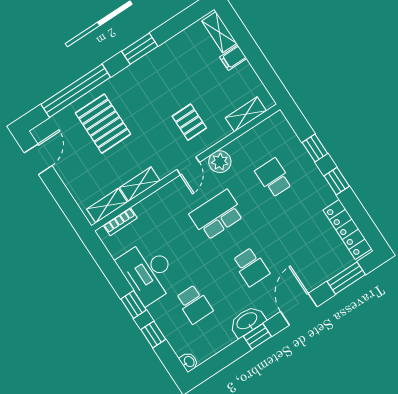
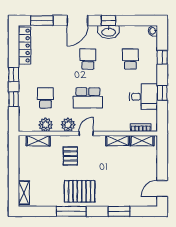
window: (140, 49) -> (71, 211), width x1.44
filing cabinet: (233, 58) -> (25, 175), removed
window: (76, 91) -> (119, 211), width x0.47
pallet: (103, 124) -> (80, 191), moved, turned 90
plant: (250, 142) -> (46, 125), added
school desk: (274, 178) -> (45, 98), turned 180
desk: (148, 272) -> (143, 97), width x0.73
window: (134, 304) -> (162, 93), moved

